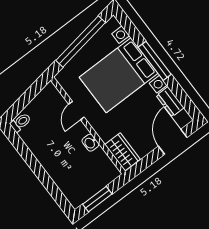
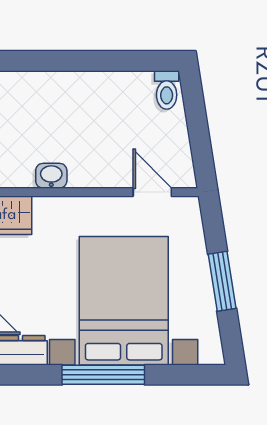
window: (81, 42) -> (222, 281), width x0.47
door: (76, 111) -> (152, 192), moved

